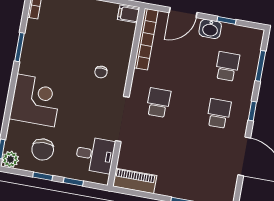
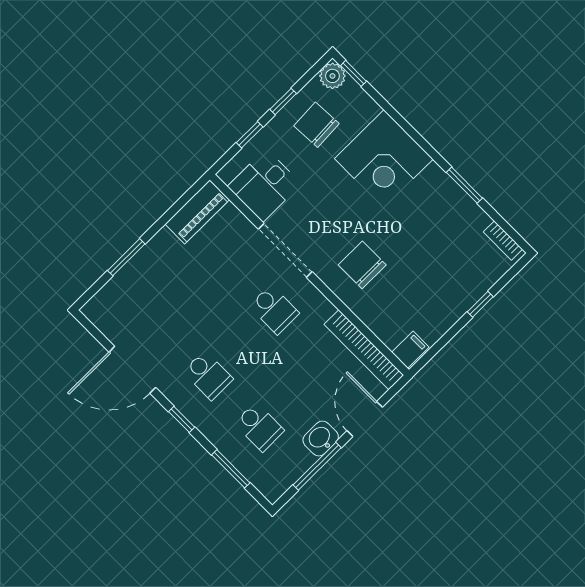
window: (227, 20) -> (317, 466), width x2.17
chair: (101, 72) -> (362, 265), width x1.87, depth x1.87

